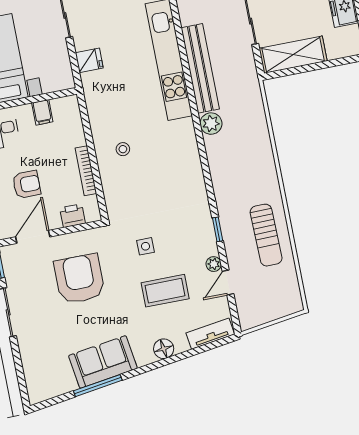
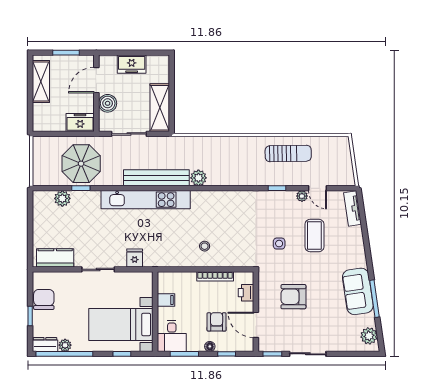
armchair: (79, 279) -> (293, 297), width x0.73, depth x0.73
floor lamp: (164, 349) -> (357, 245), removed
plant: (47, 388) -> (369, 336), added

